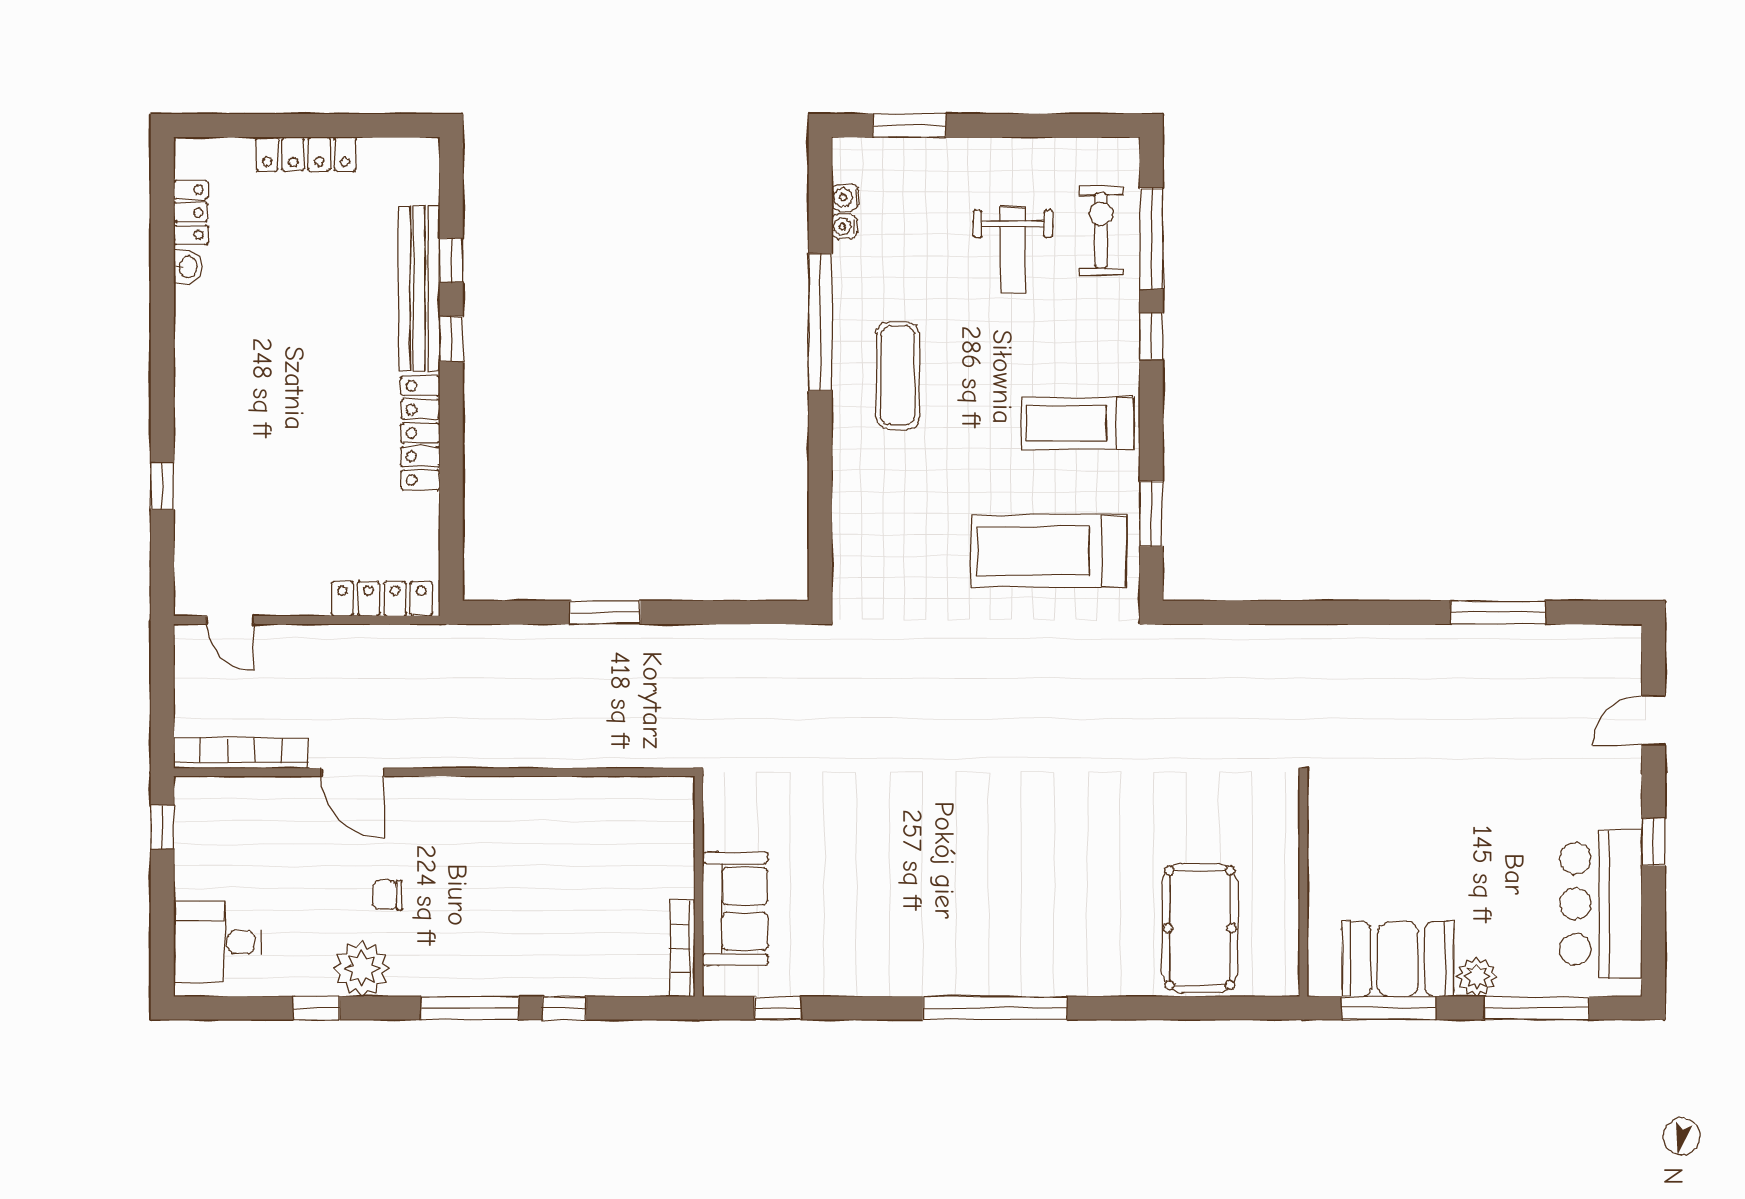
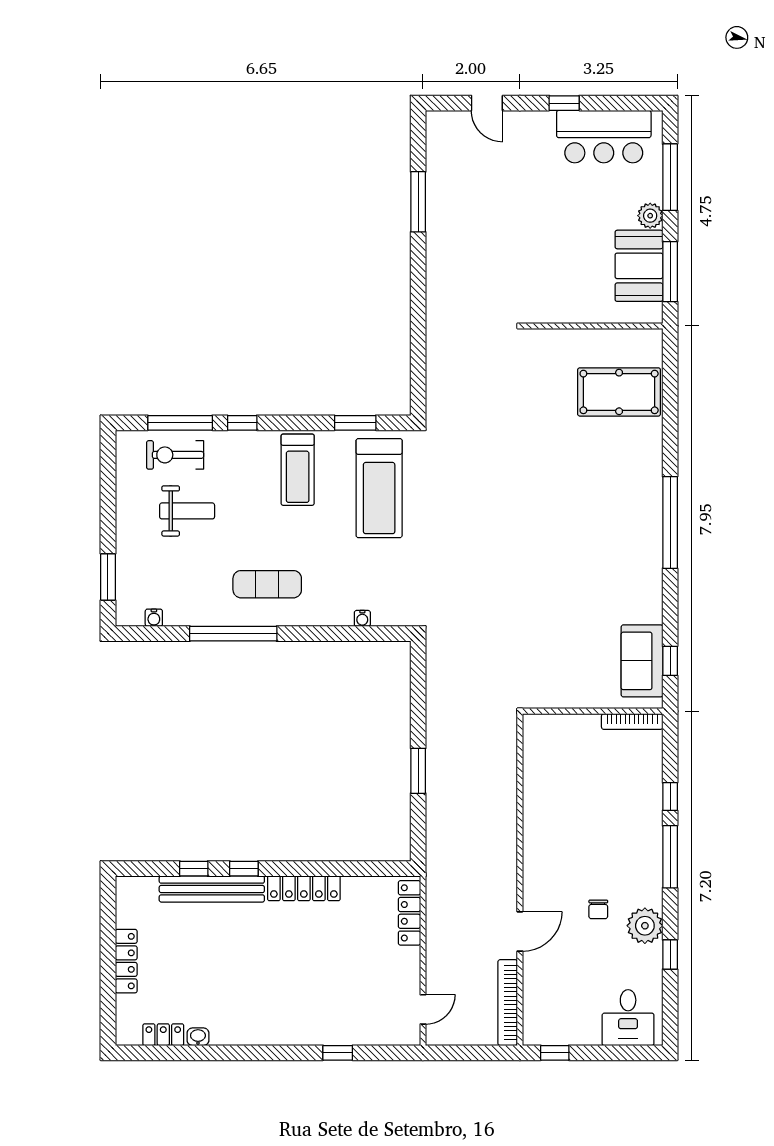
water cooler: (844, 227) -> (362, 618), moved
sofa: (735, 909) -> (642, 661), moved, turned -90

